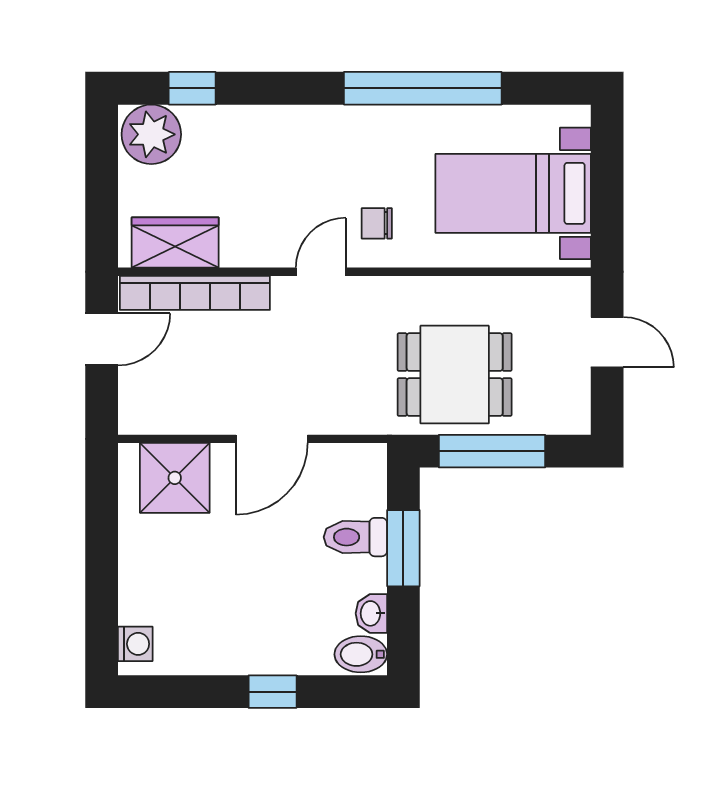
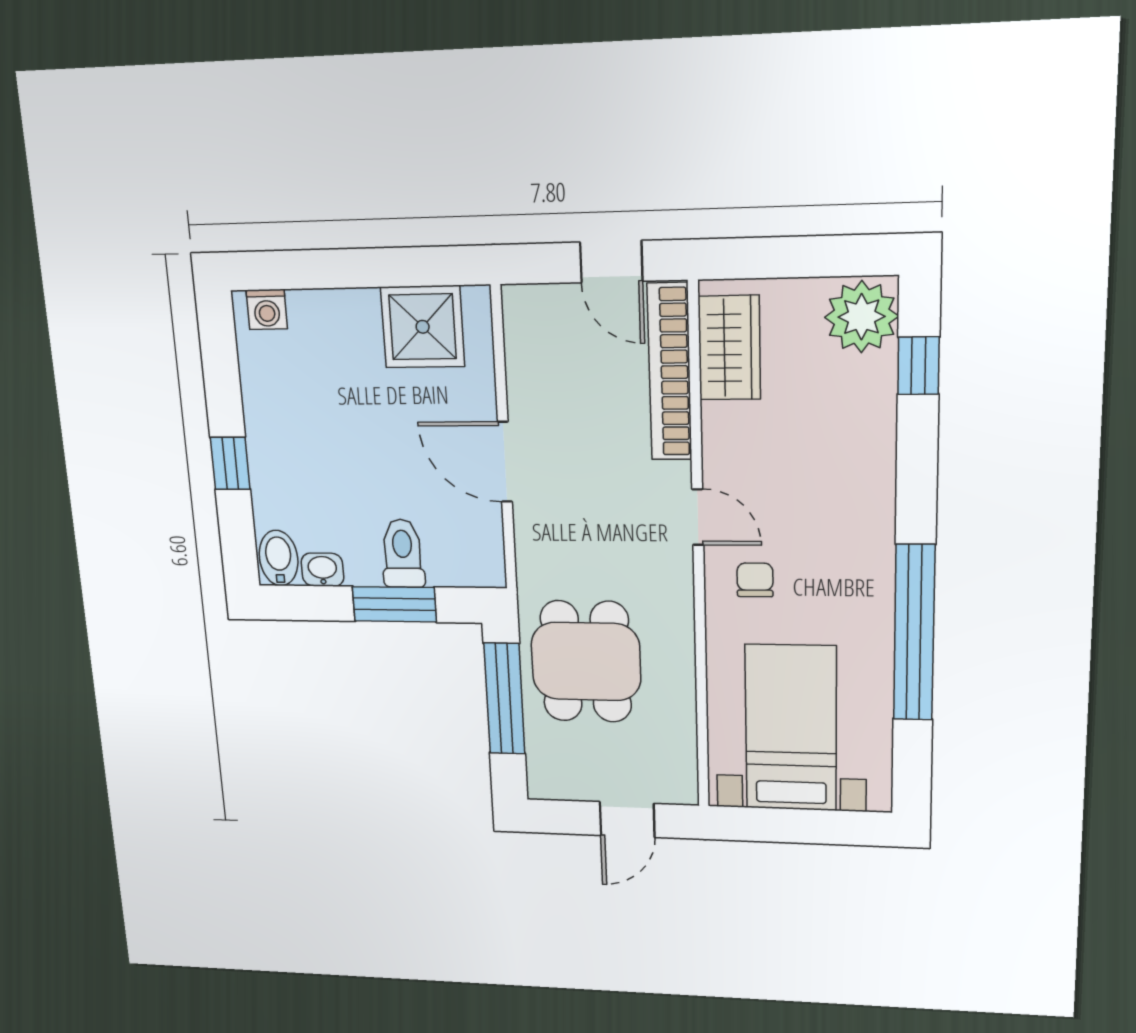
shower: (175, 478) -> (423, 327), moved

